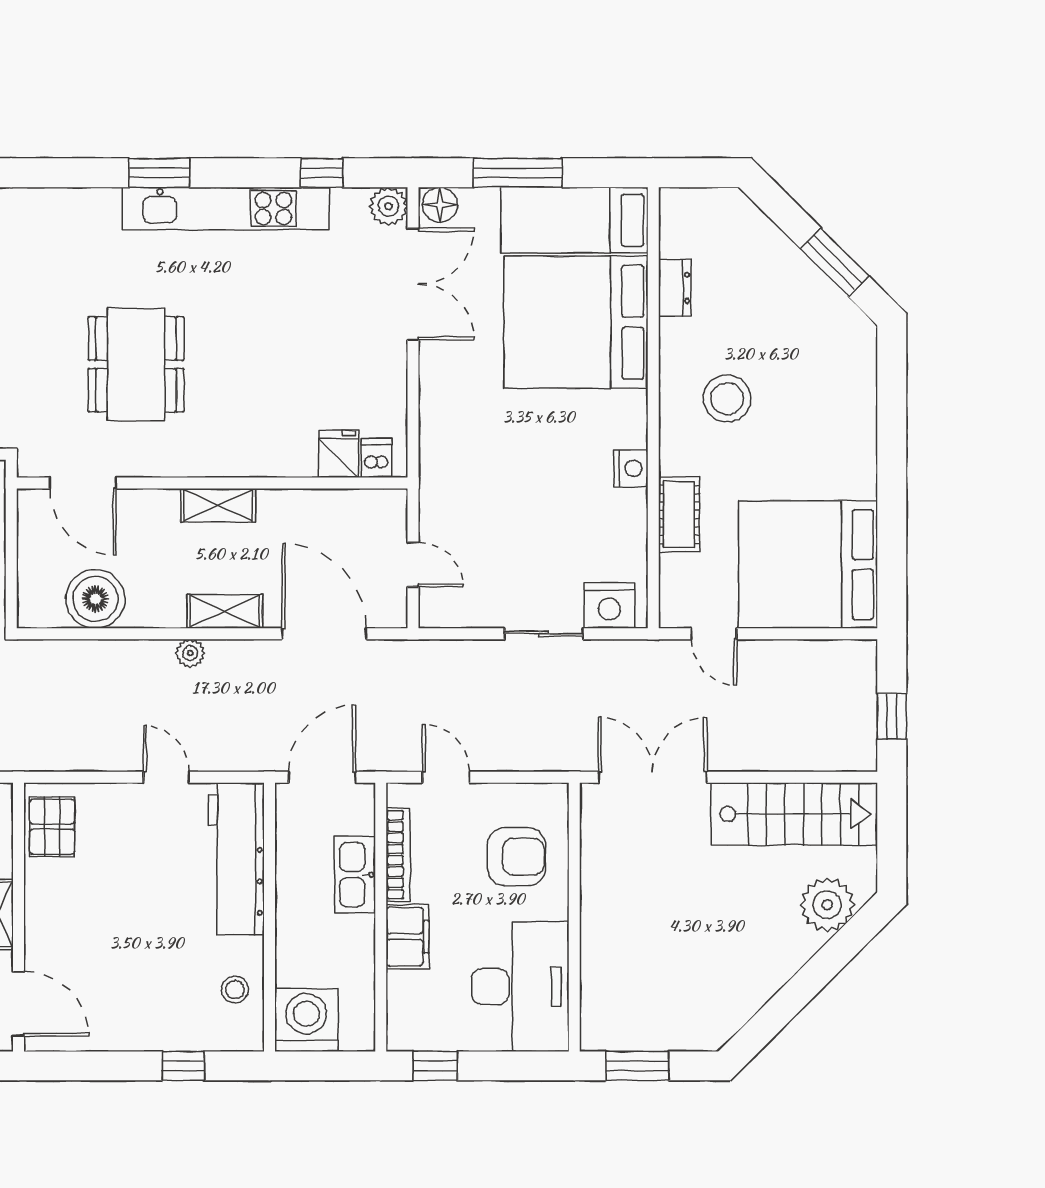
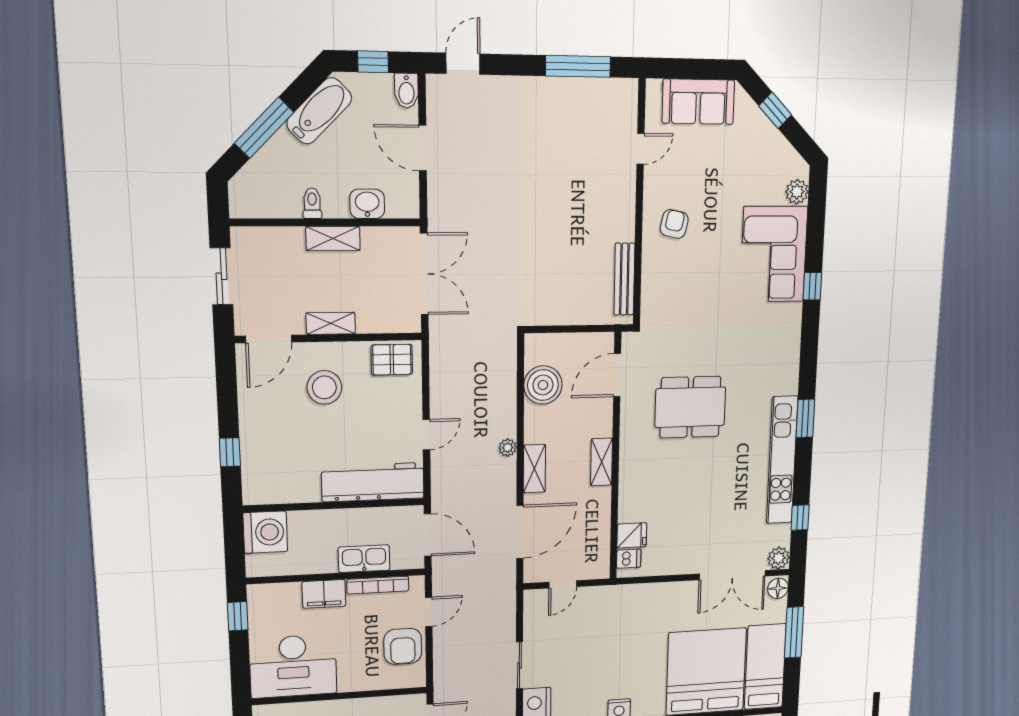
armchair: (516, 857) -> (403, 646), moved
stool: (235, 990) -> (324, 387), moved, width x1.89, depth x1.89

